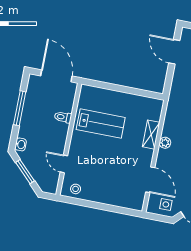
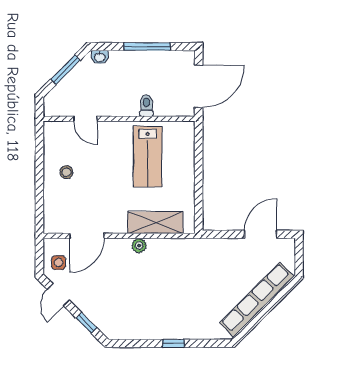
shelving: (151, 135) -> (155, 223), width x1.50, depth x1.33
door: (64, 164) -> (85, 119), swing flipped
stool: (76, 189) -> (66, 172), moved

